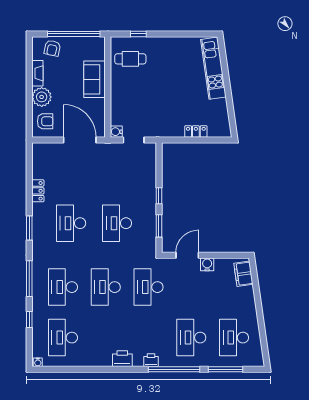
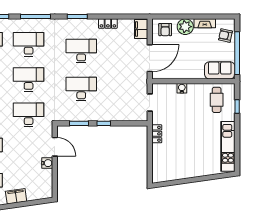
kitchen unit: (213, 68) -> (228, 146), moved, turned -82
sofa: (95, 79) -> (220, 70), moved
water cooler: (116, 132) -> (182, 88), moved
locker: (196, 132) -> (157, 134), moved
filing cabinet: (44, 151) -> (141, 29), added
filing cabinet: (243, 274) -> (16, 196), moved

